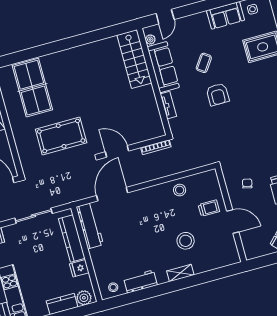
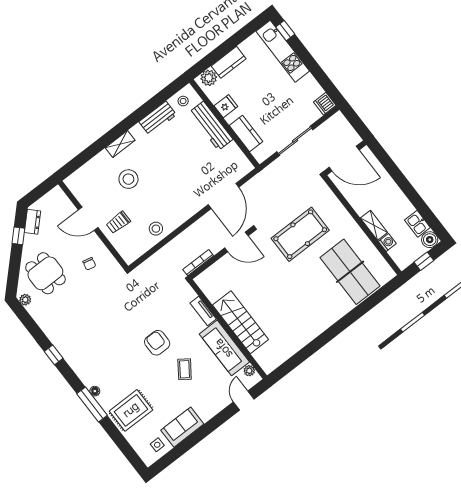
stairs: (134, 59) -> (241, 322), moved
workbench: (90, 226) -> (211, 126), moved
kitchen counter: (72, 239) -> (246, 133), width x0.67

